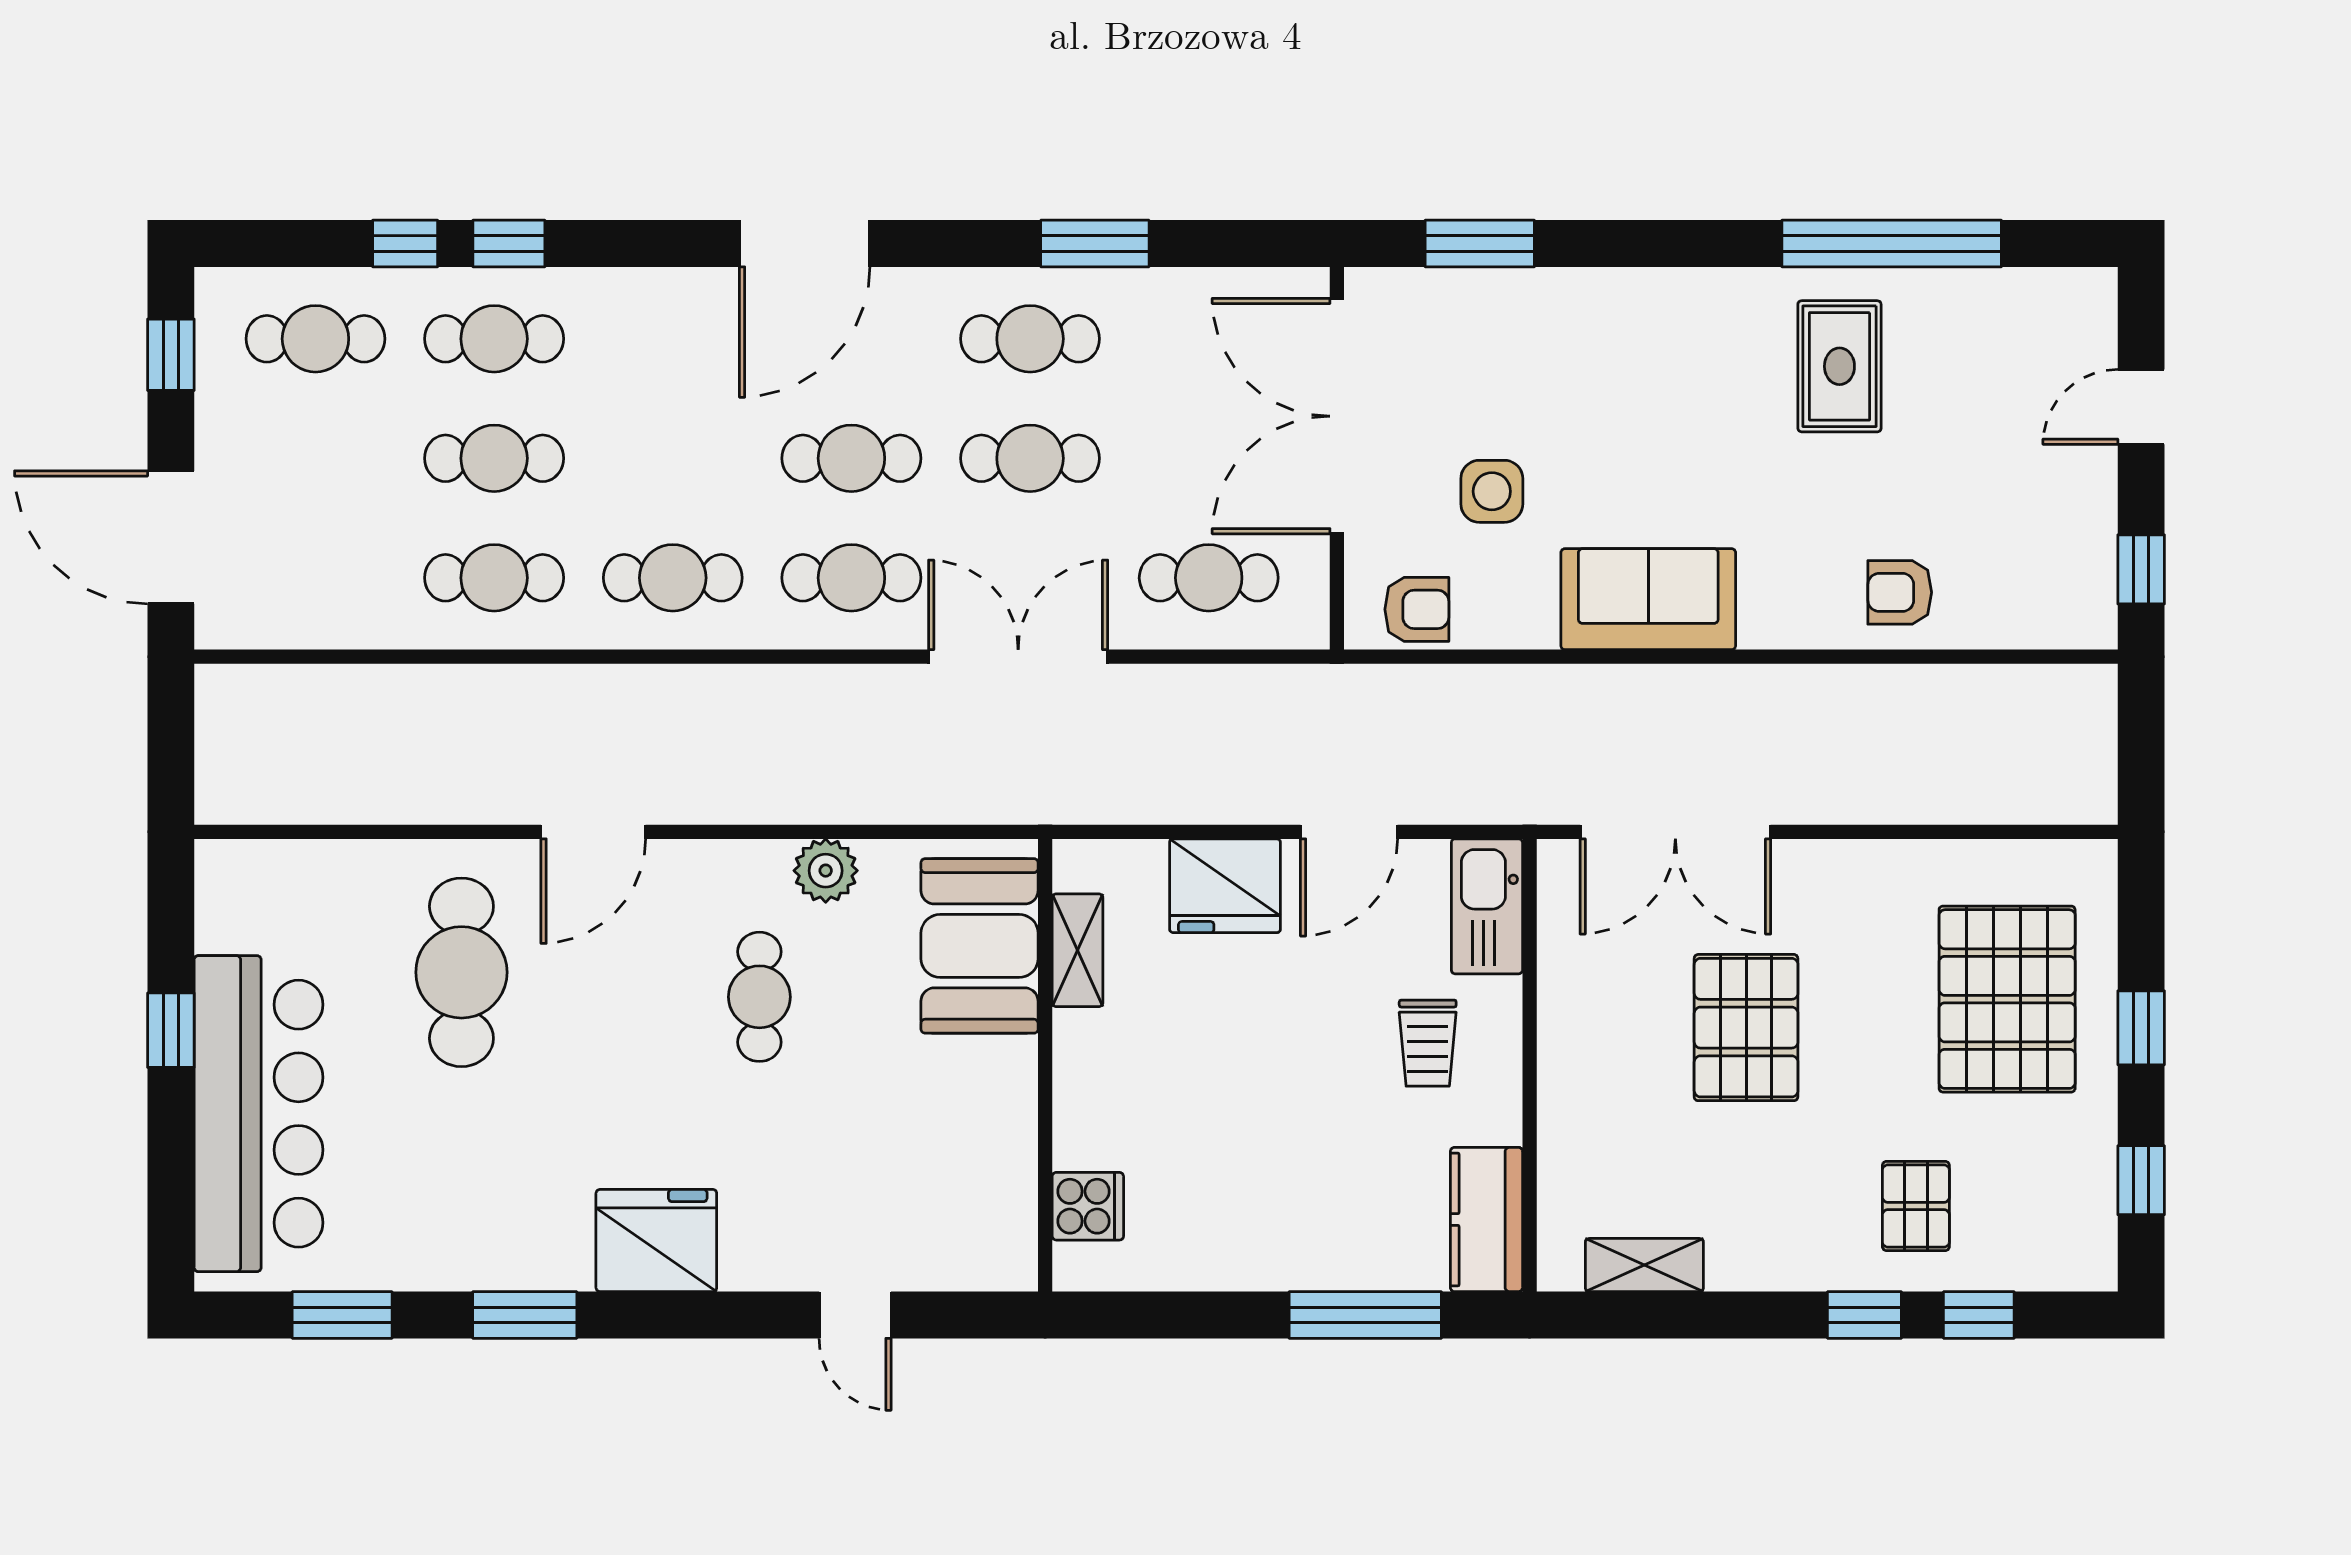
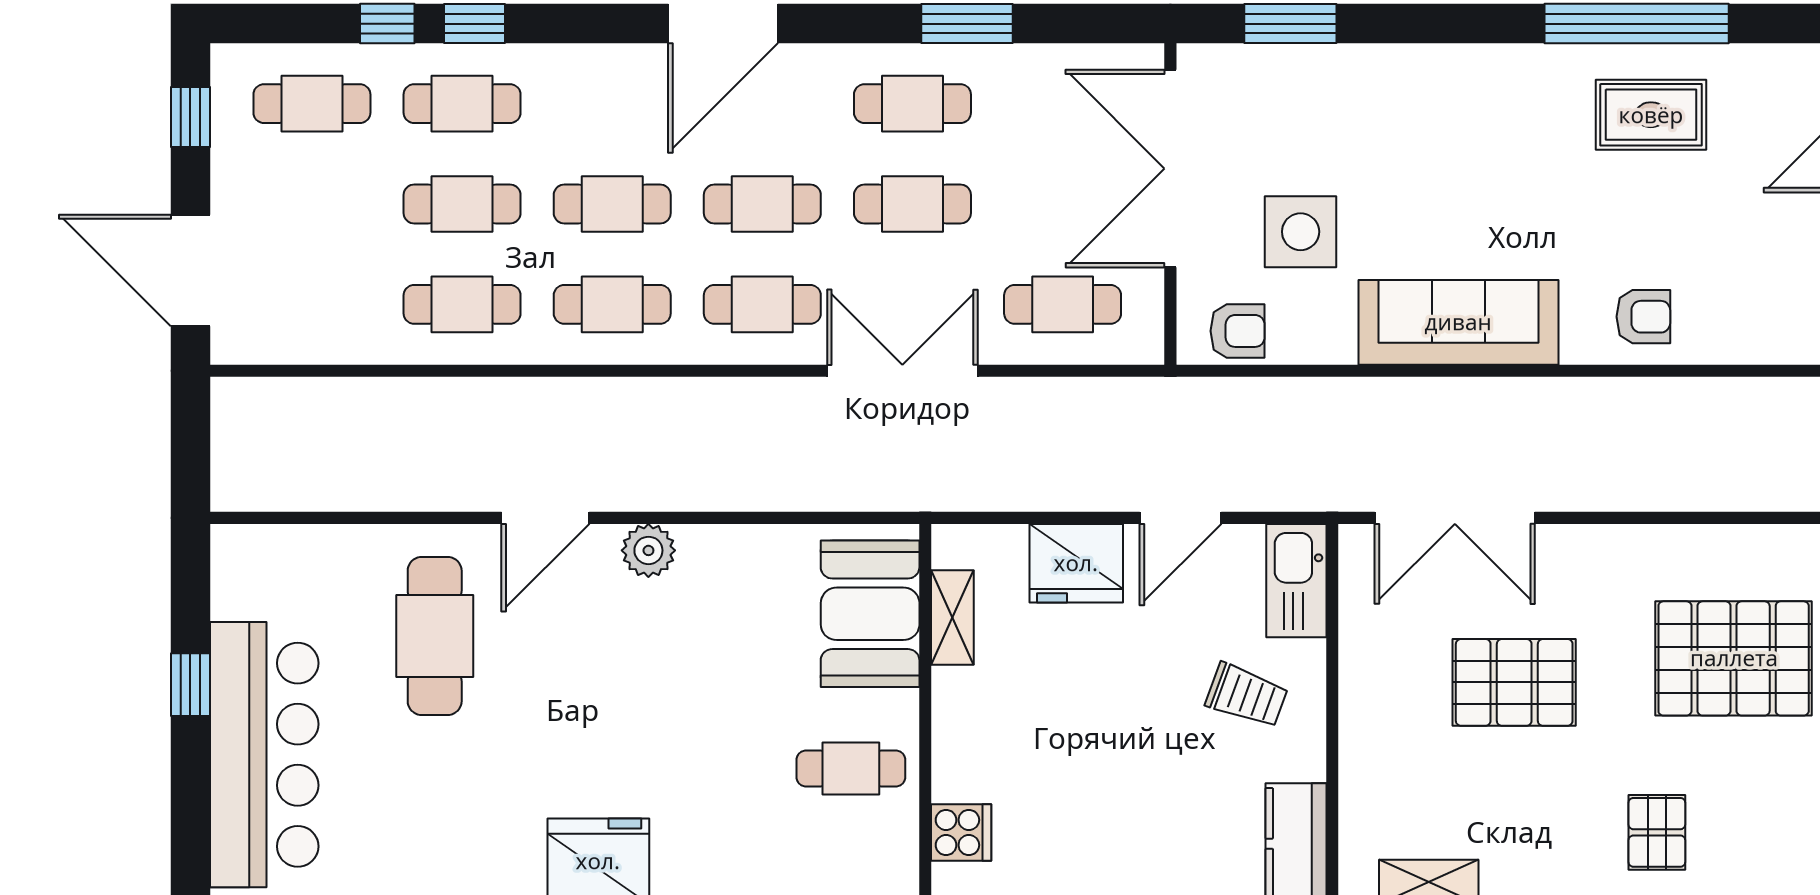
rug: (1839, 366) -> (1651, 115), moved, turned 90
cafe table: (673, 458) -> (612, 204), added
side table: (1492, 491) -> (1301, 232), width x1.37, depth x1.37
armchair: (1900, 592) -> (1643, 317), turned 180
sofa: (1648, 599) -> (1458, 322), width x1.36
plant: (826, 871) -> (648, 550), moved
cafe table: (759, 997) -> (851, 768), moved, turned 90
pallet: (2007, 999) -> (1734, 658), turned 90
pallet: (1746, 1028) -> (1514, 682), turned 90
trolley: (1428, 1043) -> (1247, 696), turned -70

